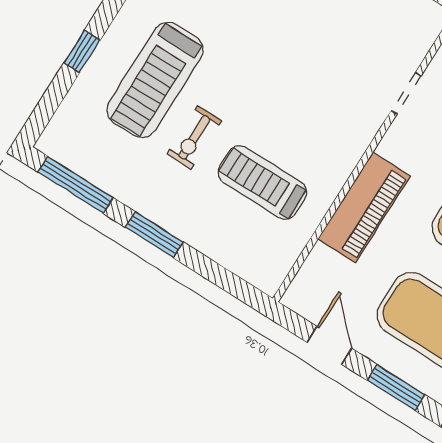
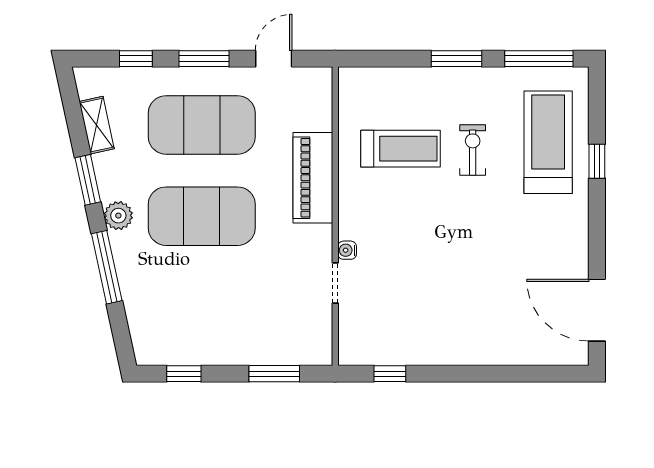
treadmill: (155, 80) -> (548, 142), moved
water cooler: (375, 118) -> (347, 250), added
door: (329, 345) -> (274, 59), swing flipped

